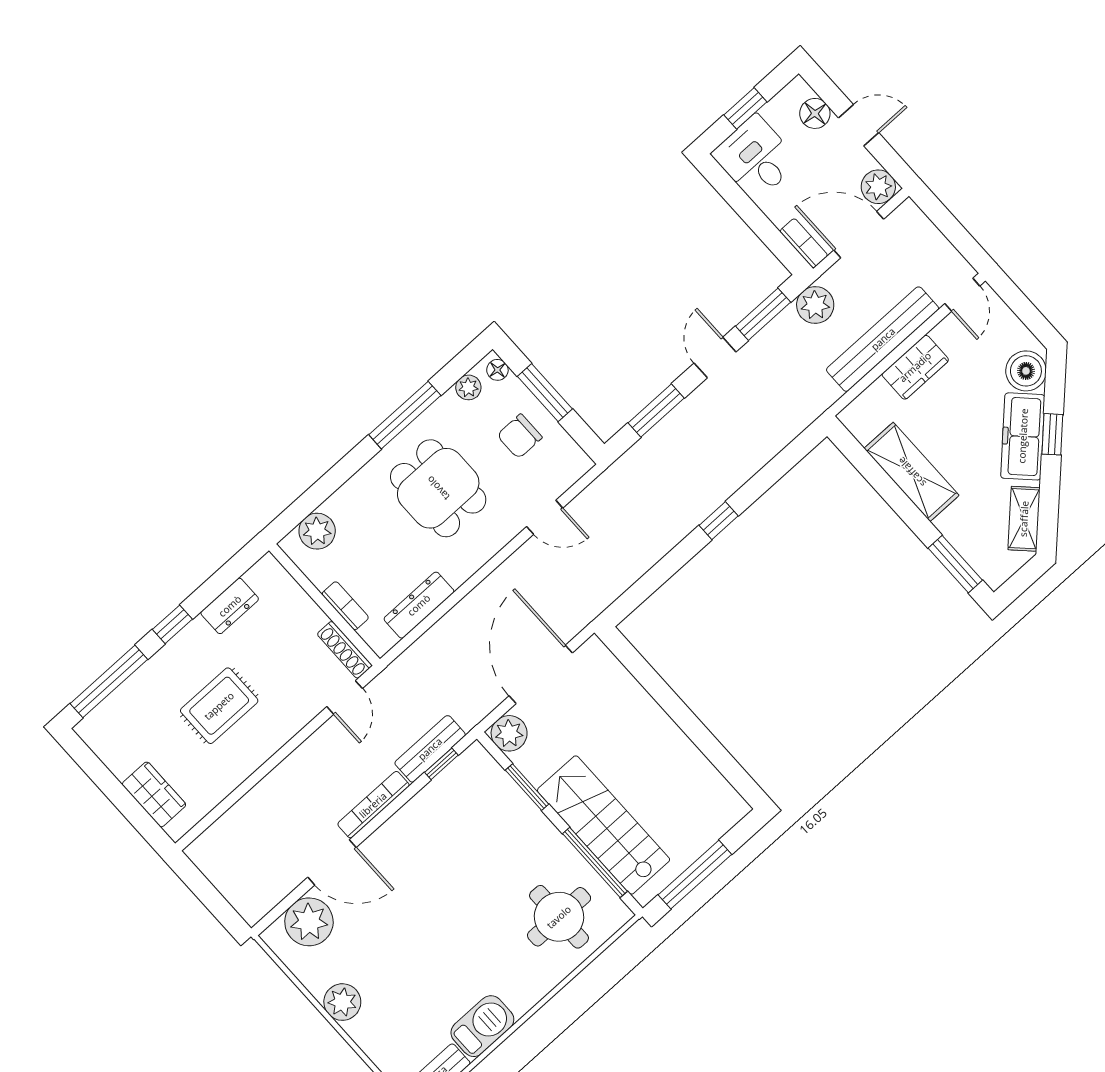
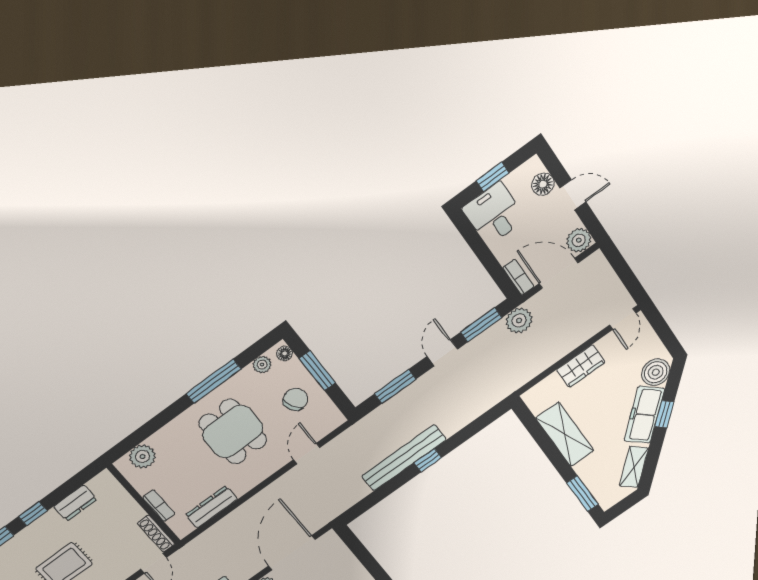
bench: (883, 339) -> (404, 458), moved
chair: (520, 436) -> (295, 399), turned 153
door: (545, 517) -> (307, 454), swing flipped

